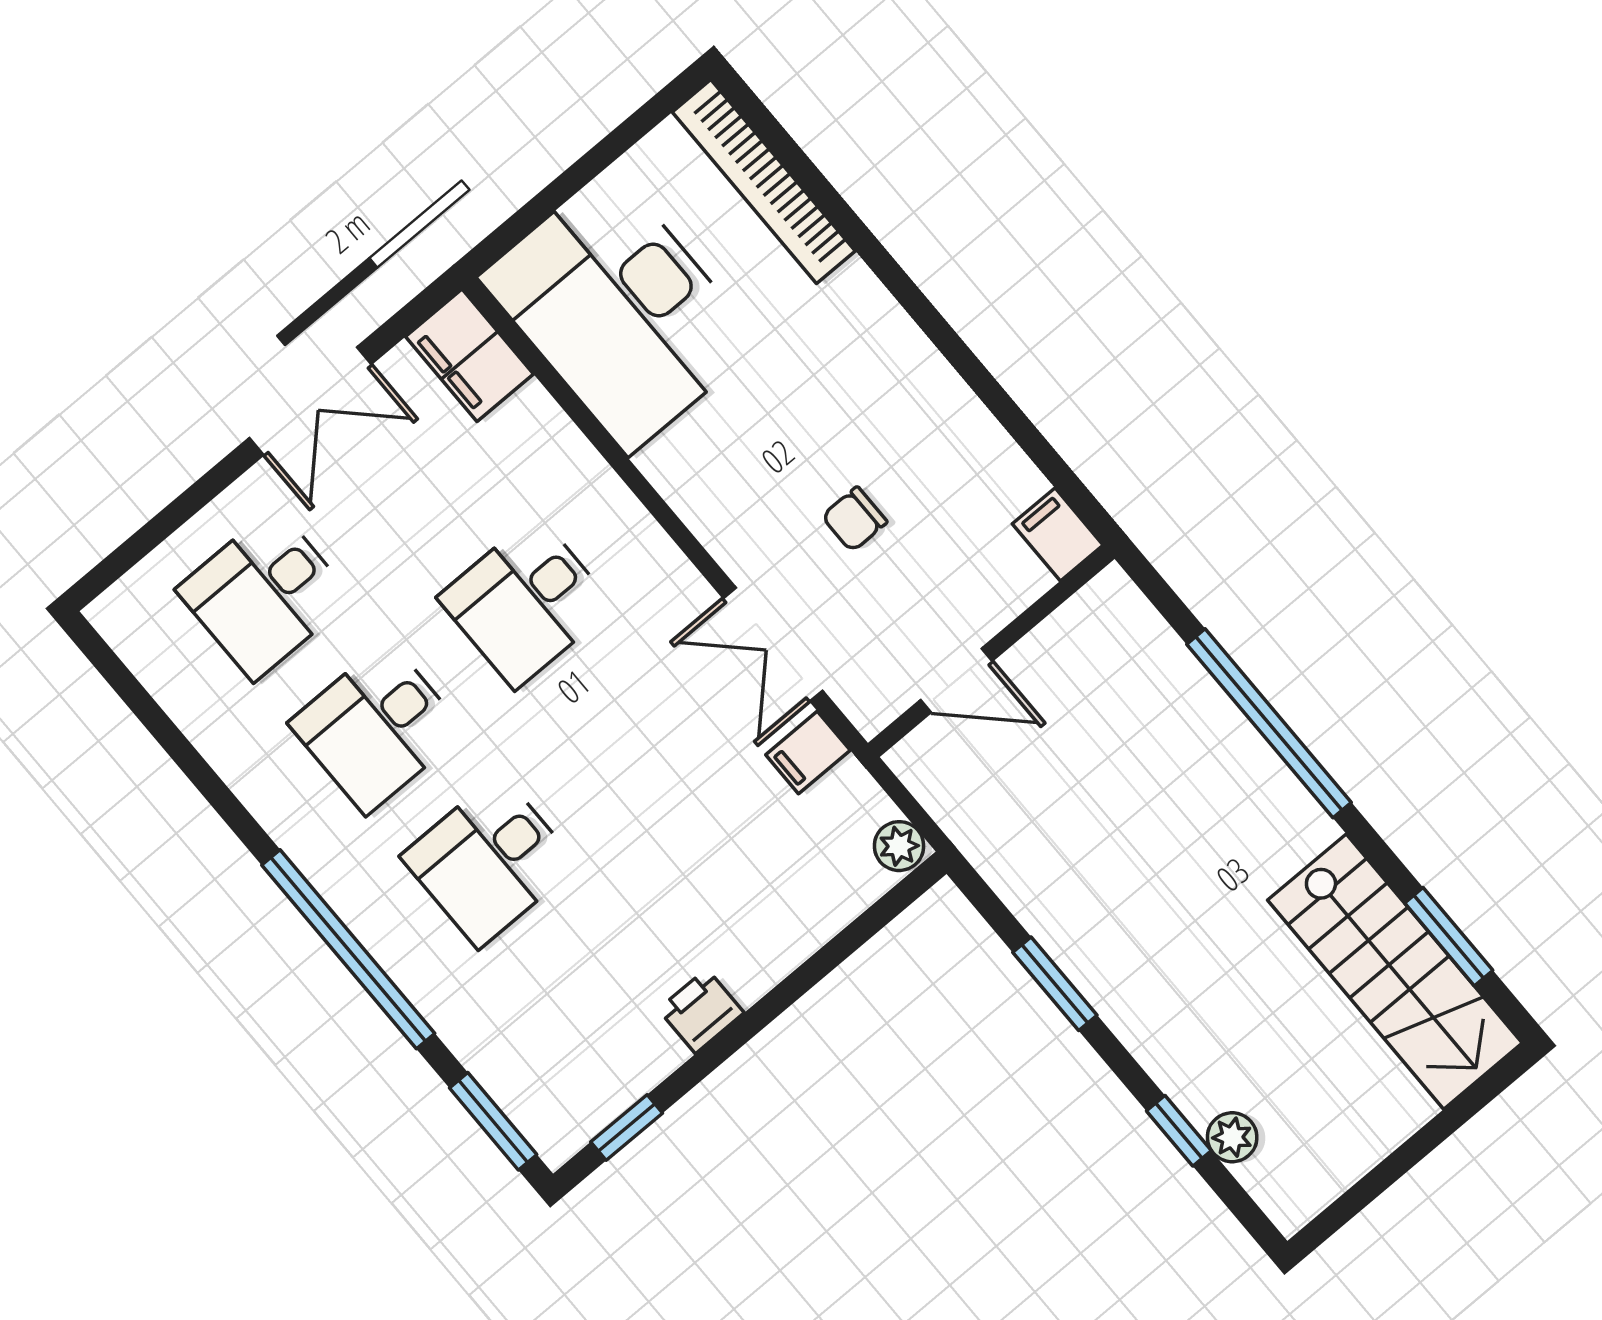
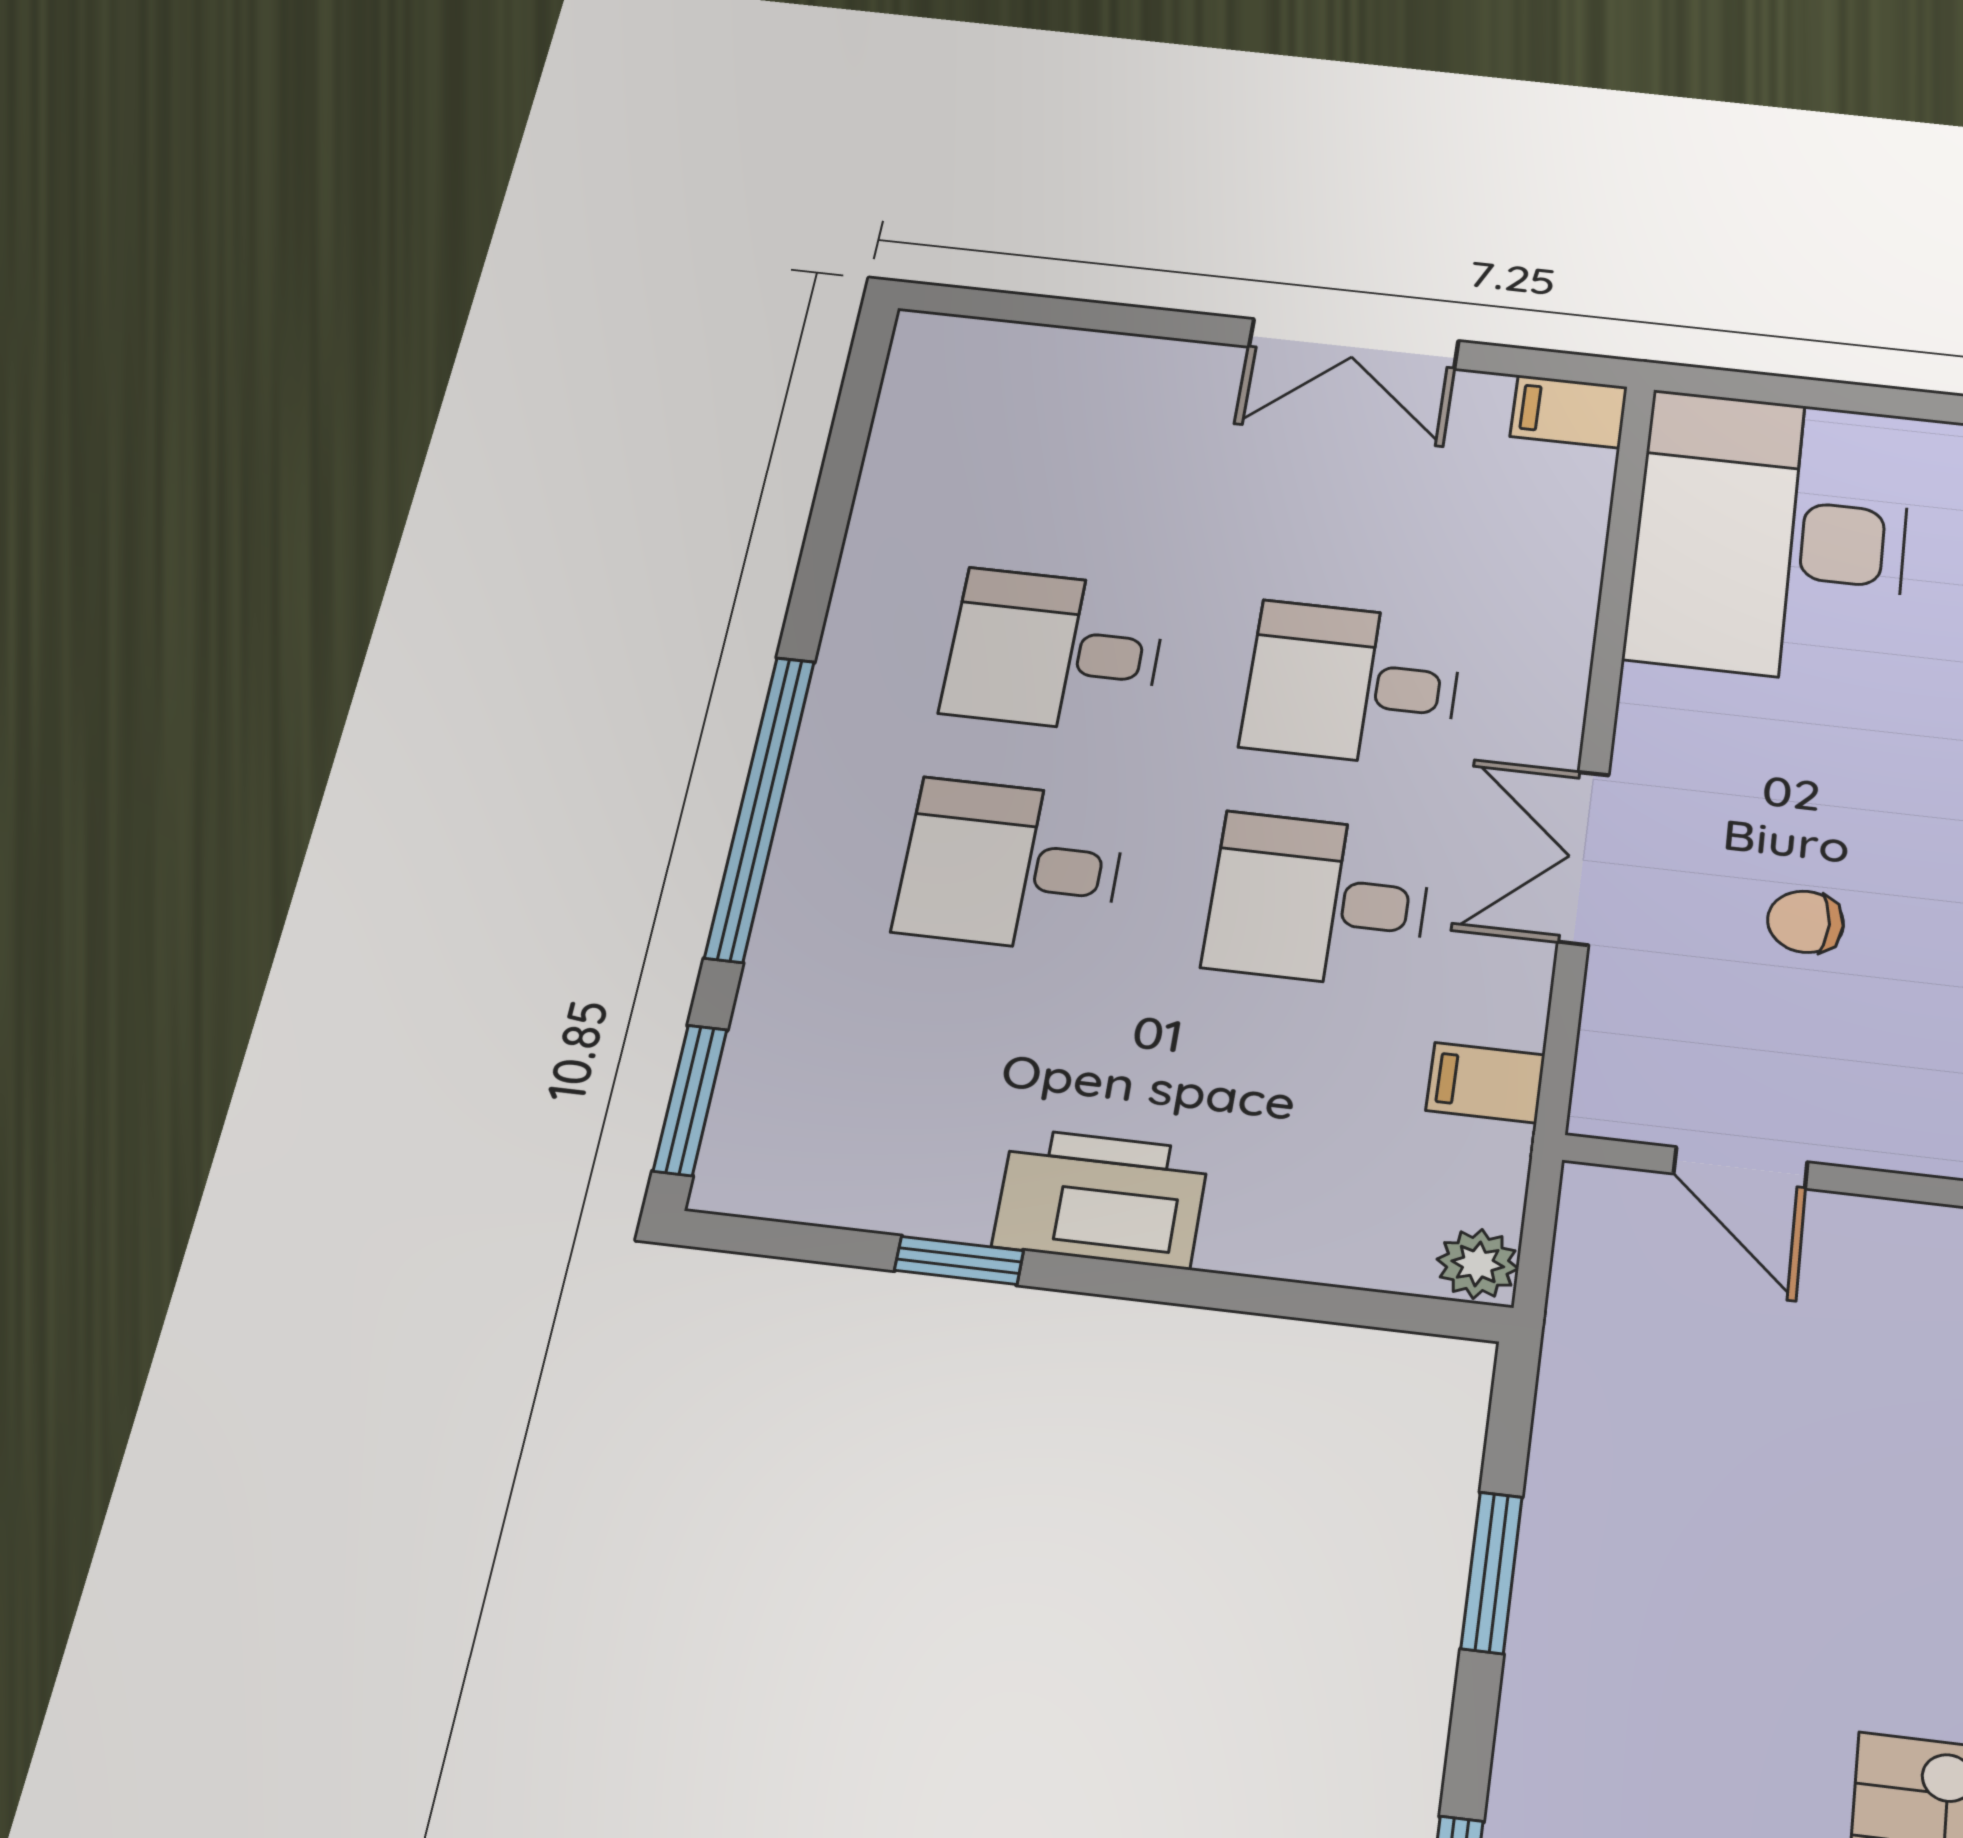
filing cabinet: (469, 355) -> (1569, 412), width x0.50
desk: (264, 594) -> (1318, 900), moved
double door: (773, 644) -> (1584, 858), moved
printer: (701, 1011) -> (1101, 1198), width x1.87, depth x1.48
window: (627, 1128) -> (959, 1260), moved

